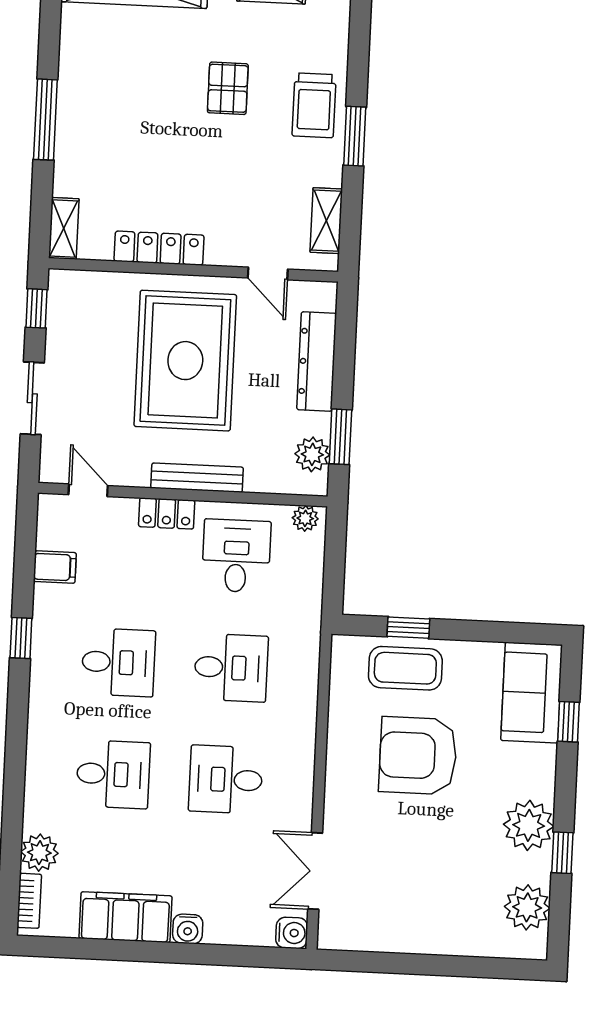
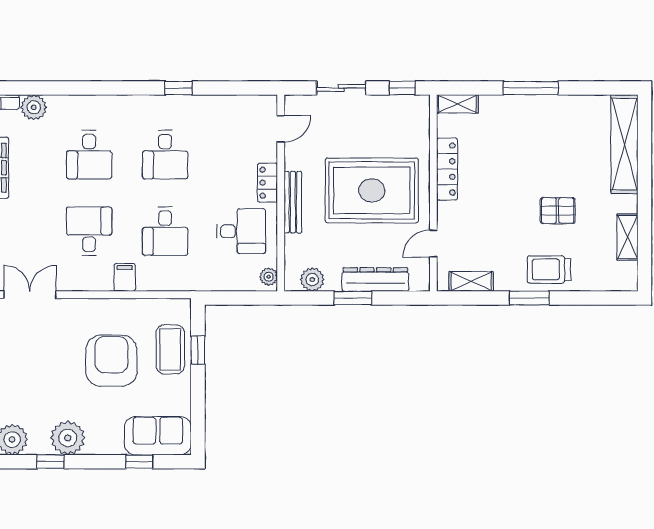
window: (340, 437) -> (353, 298), moved
filing cabinet: (55, 567) -> (125, 277), moved, turned 180

